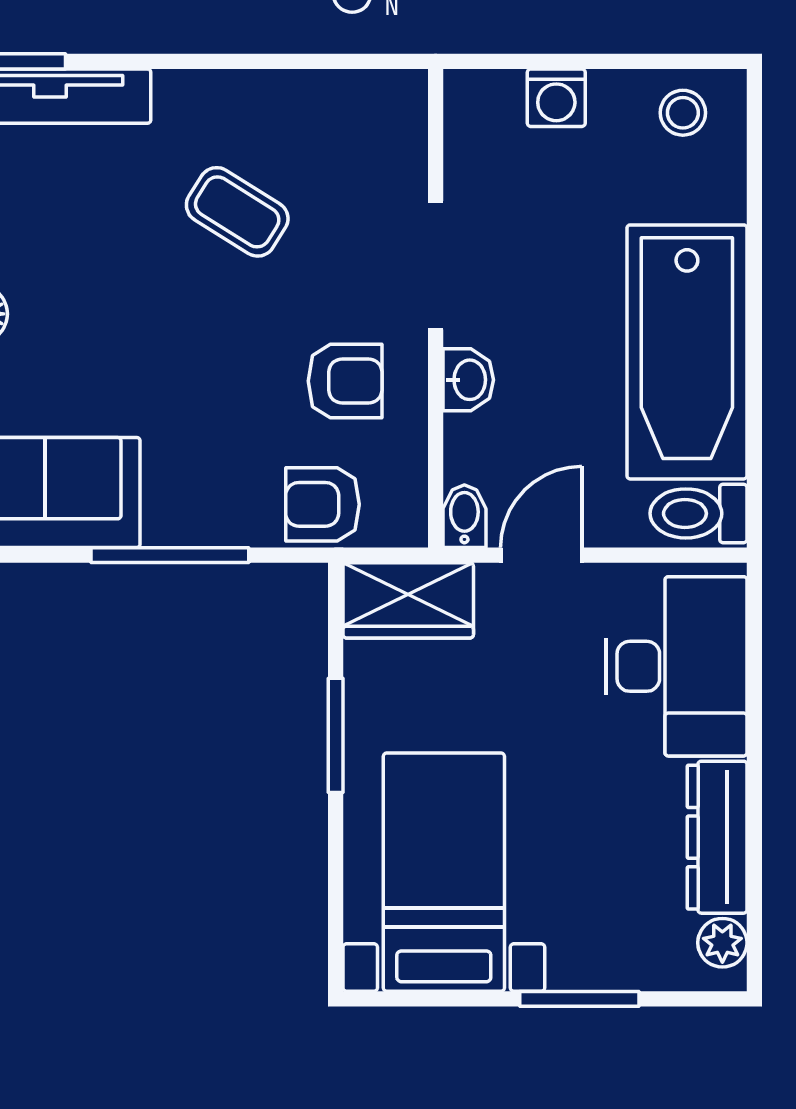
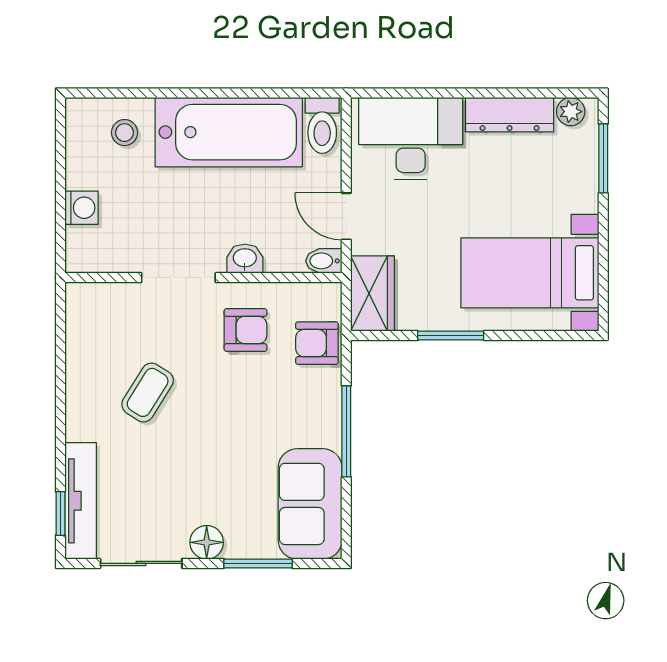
stool: (683, 113) -> (124, 133), moved
armchair: (345, 381) -> (246, 330), turned 90
armchair: (322, 504) -> (317, 343), turned 90
window: (579, 999) -> (603, 158), moved

